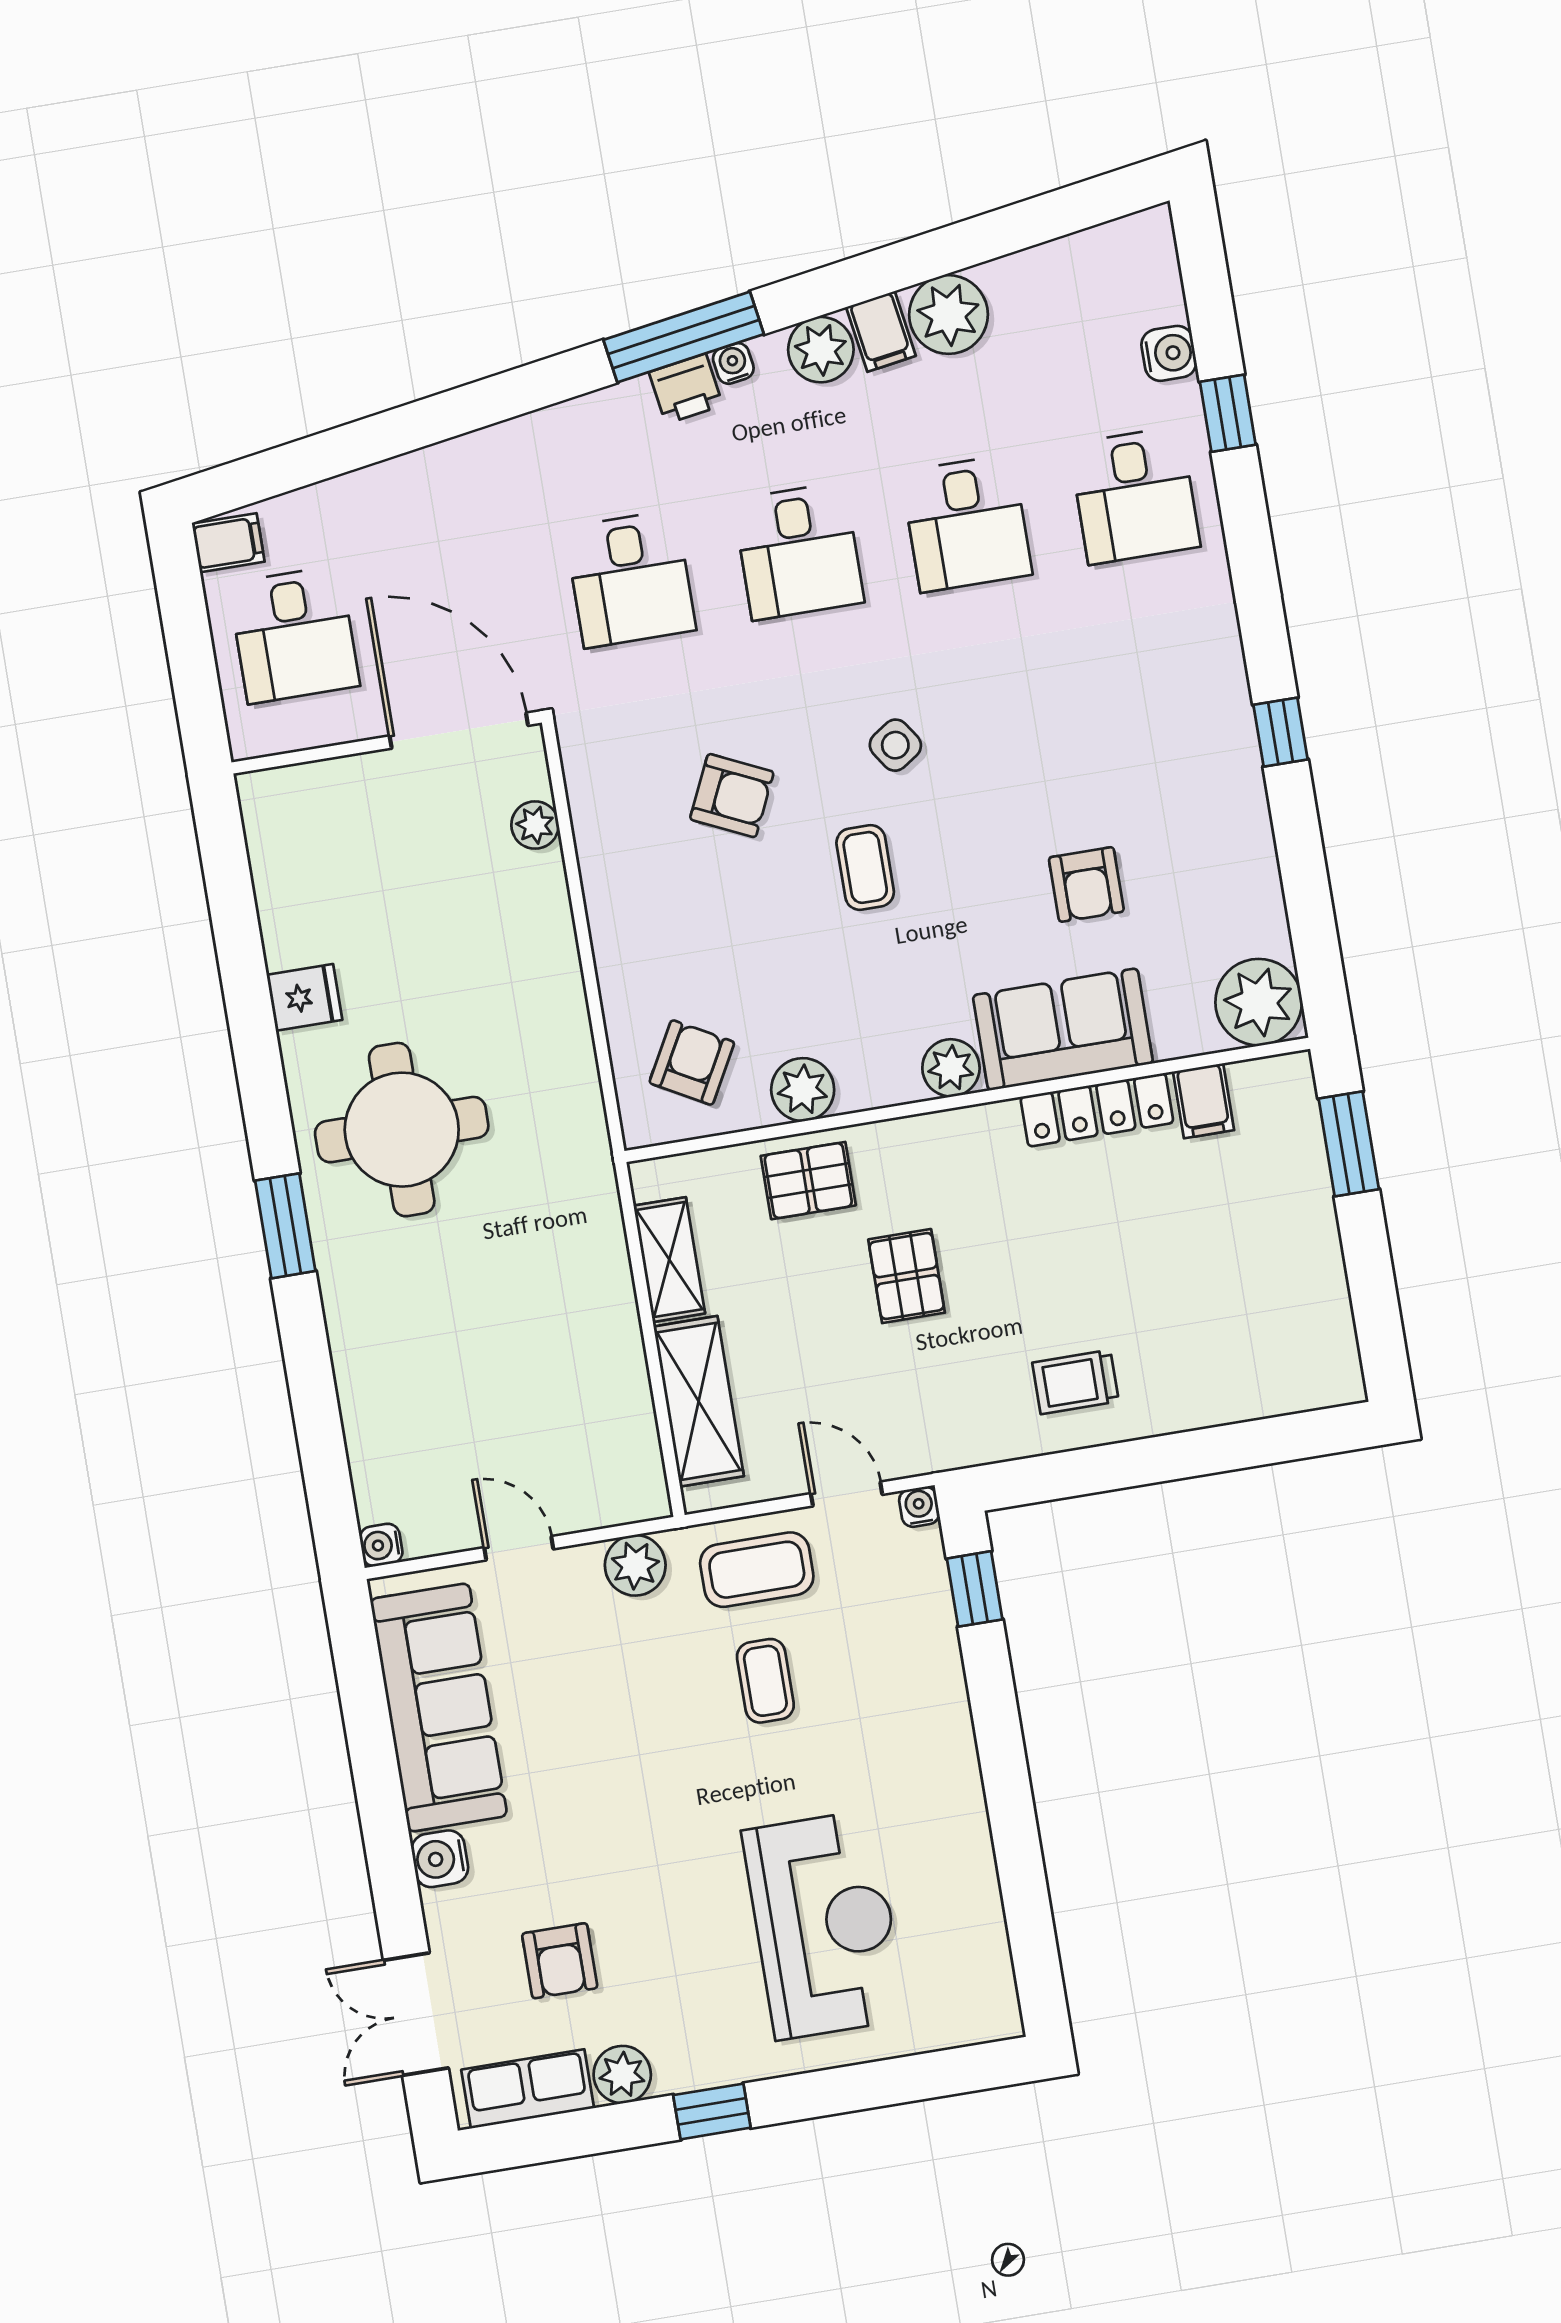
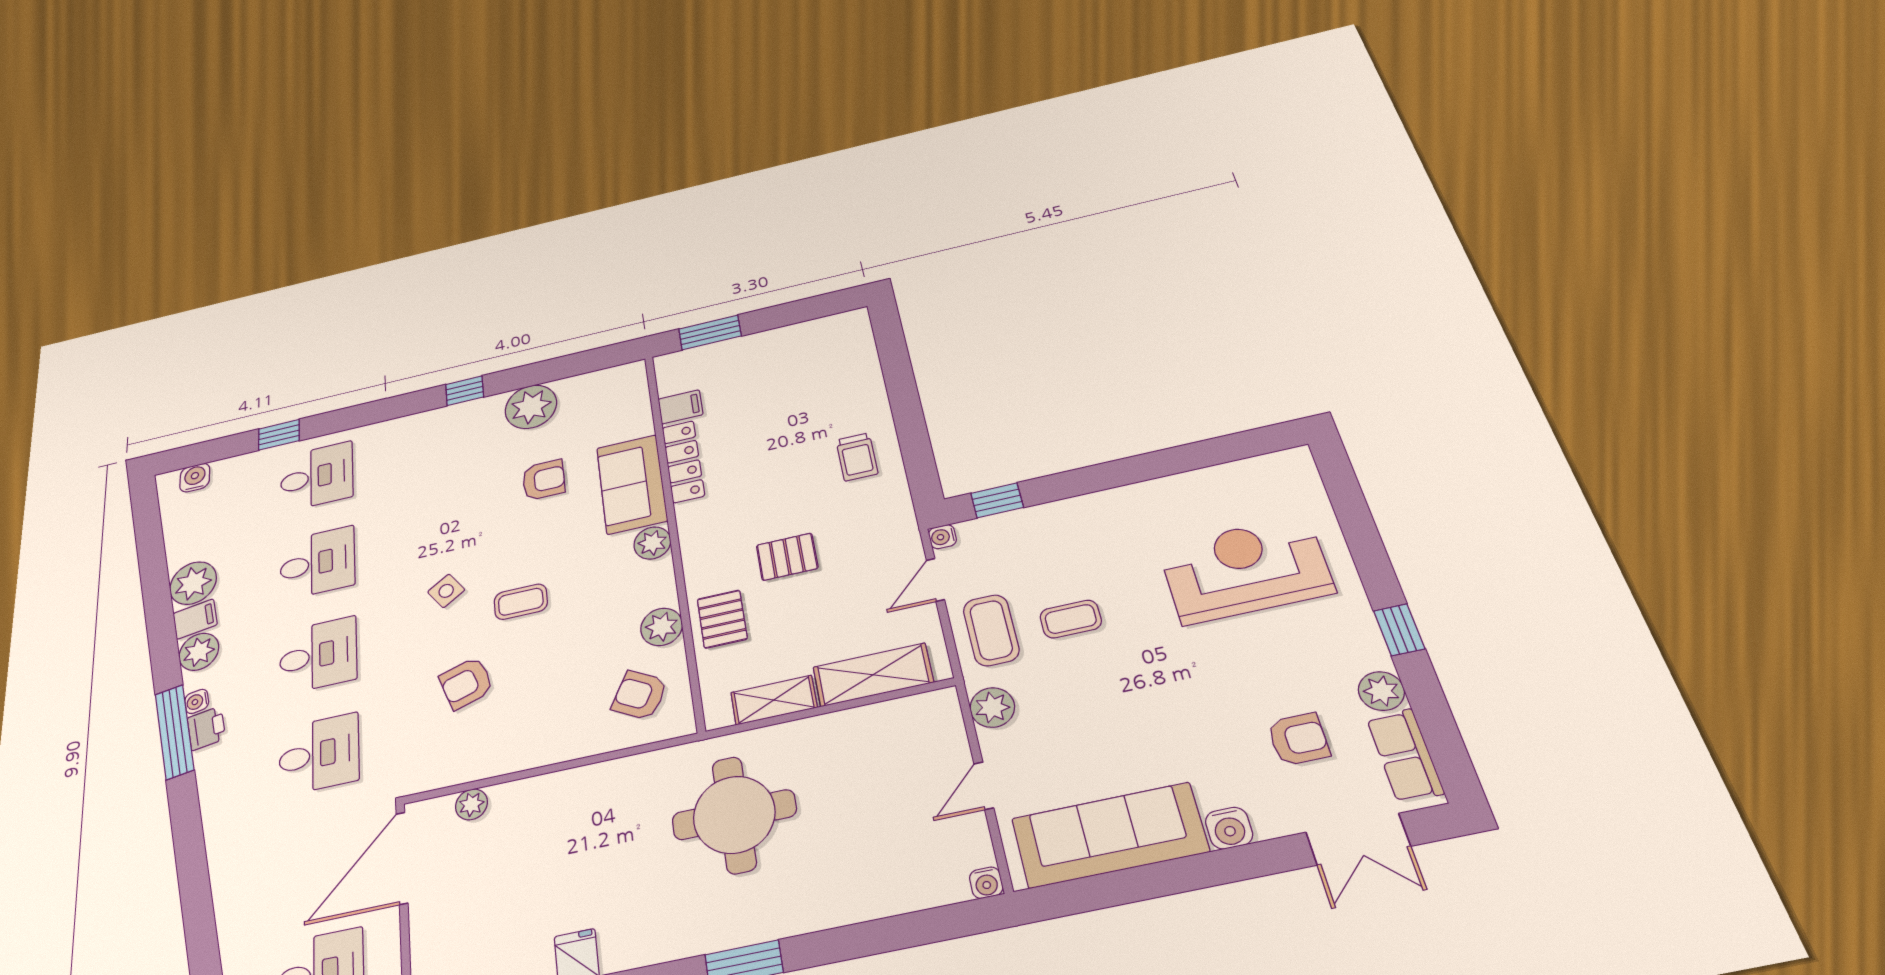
water cooler: (1169, 353) -> (195, 478), moved
armchair: (732, 796) -> (466, 683), turned -133
plant: (1259, 1002) -> (531, 407), moved
round table: (402, 1130) -> (734, 815), moved

